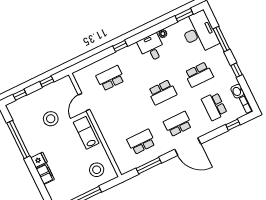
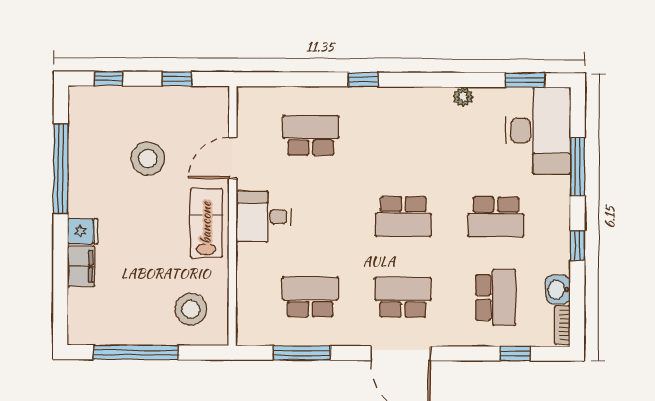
desk: (152, 48) -> (263, 217), moved, turned -90
school desk: (214, 106) -> (496, 297), turned 180

